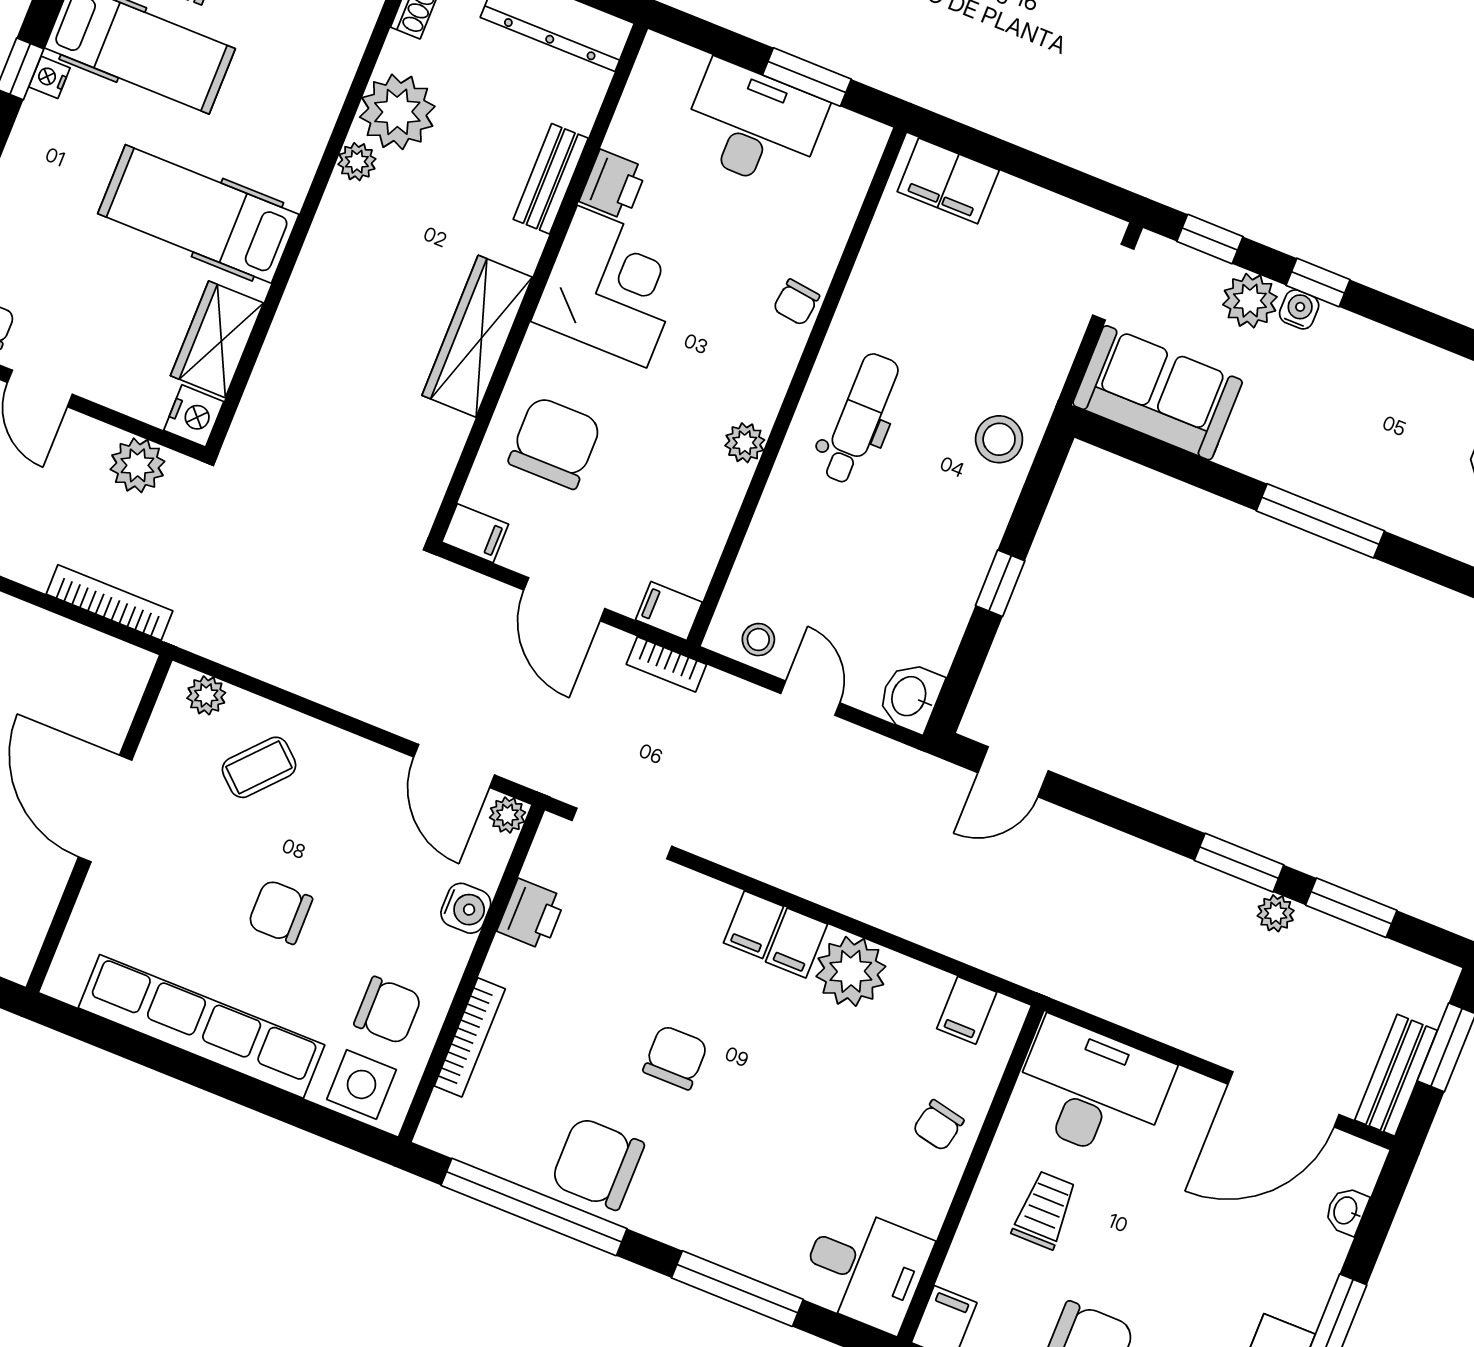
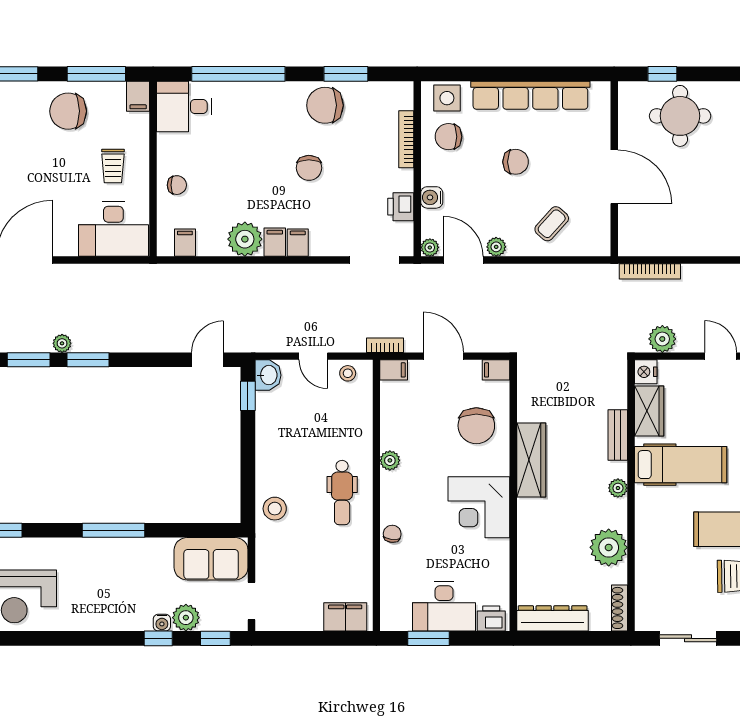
plant: (357, 162) -> (618, 488), moved
bench: (551, 179) -> (618, 435), moved
printer: (613, 185) -> (491, 618), moved, turned 90
window: (1000, 583) -> (248, 396), moved
plant: (206, 695) -> (496, 247), moved
chair: (938, 1125) -> (177, 185), turned 78
chair: (598, 1164) -> (325, 105), turned 180
window: (534, 1207) -> (346, 74), width x0.47
window: (737, 1289) -> (238, 74), width x1.46

